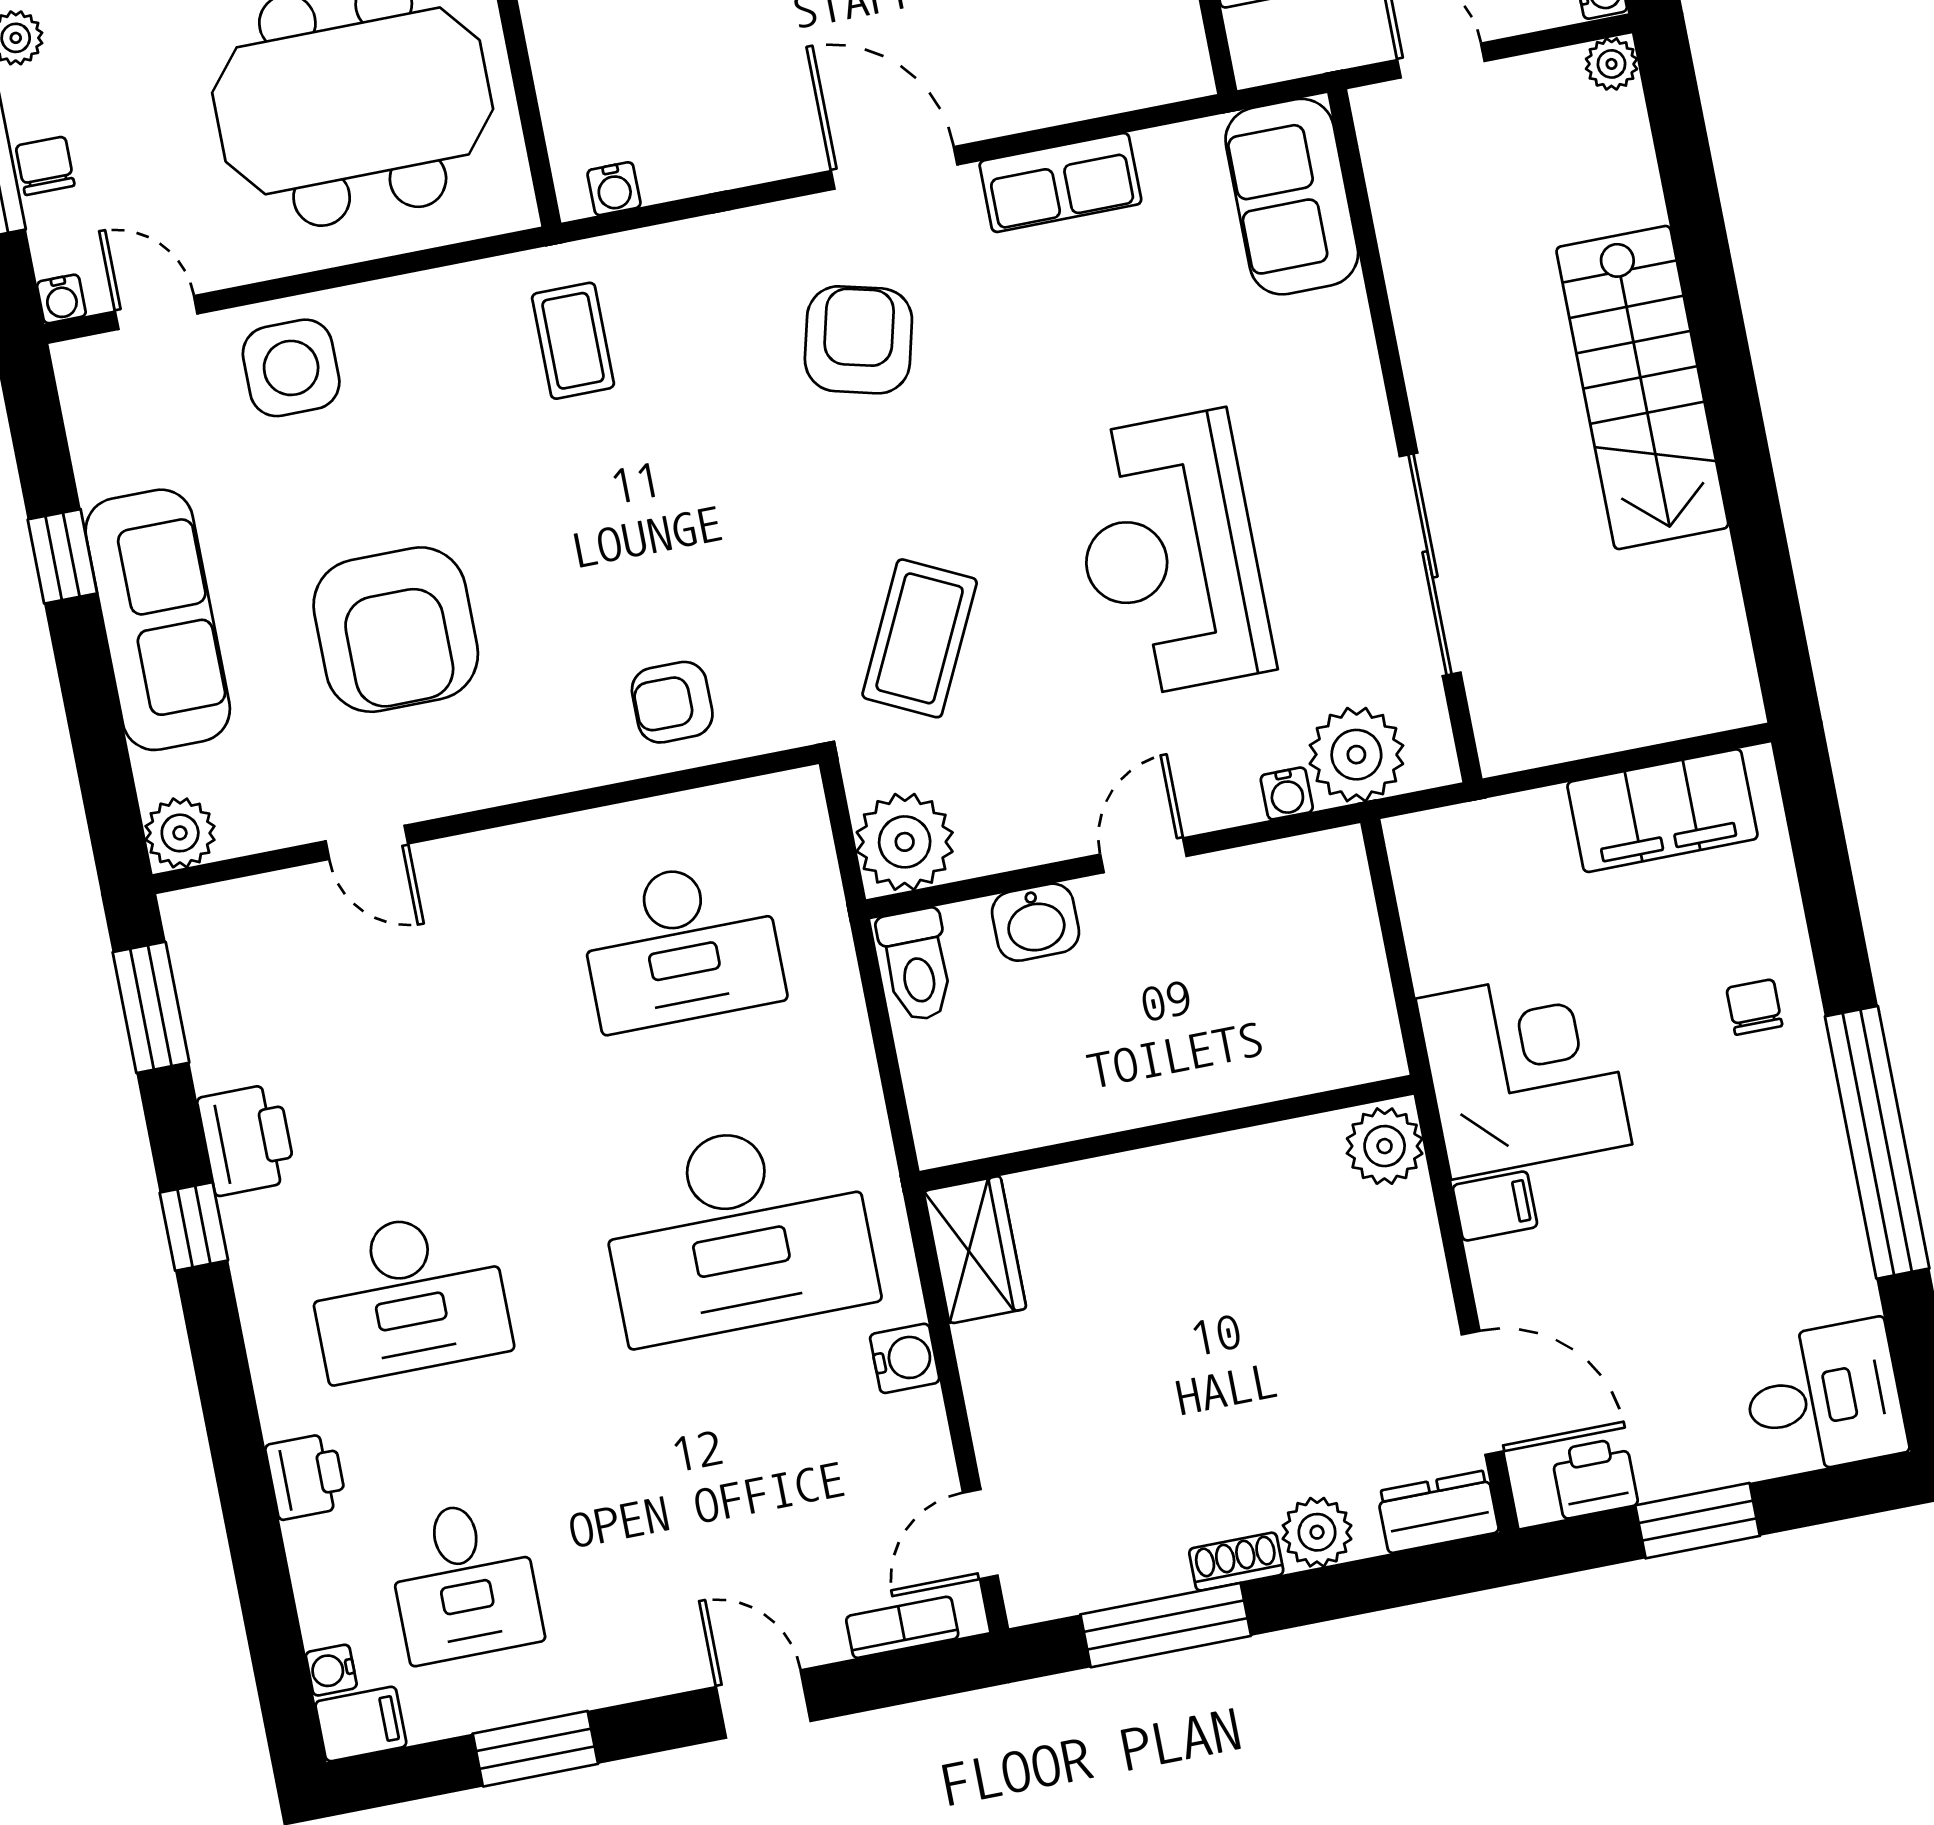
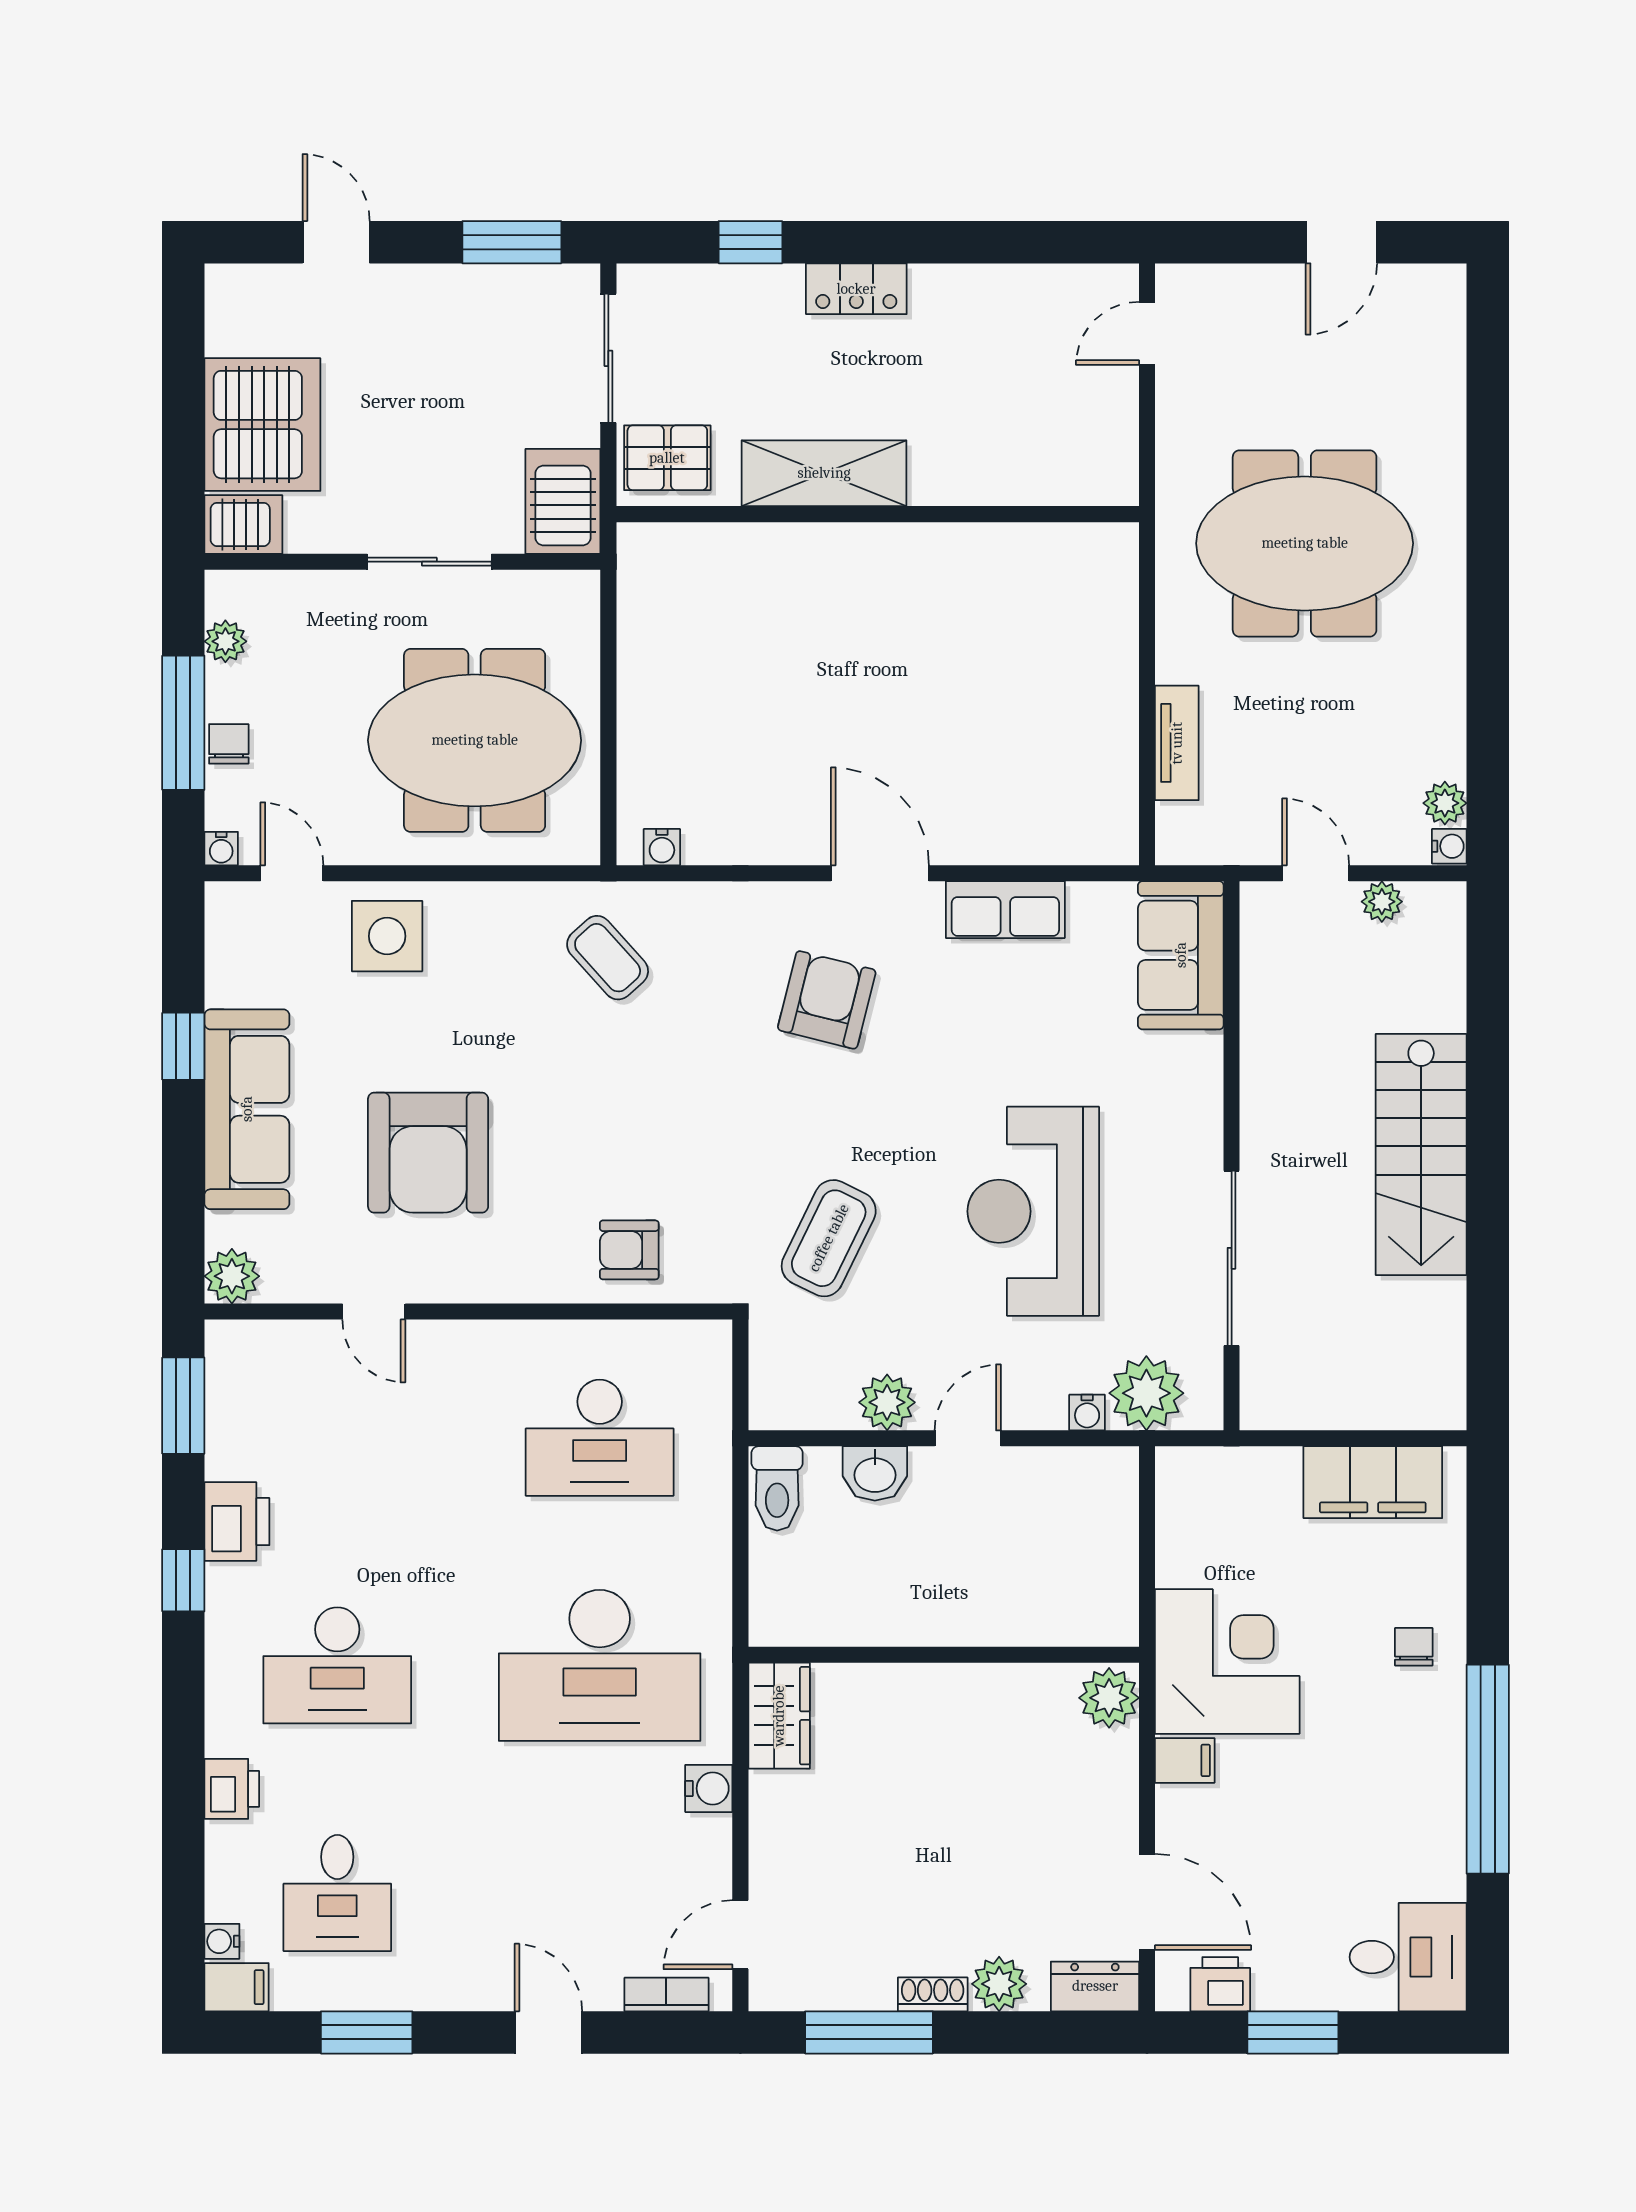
plant: (1612, 64) -> (1382, 902), moved
coffee table: (573, 341) -> (608, 958), turned -42
plant: (905, 842) -> (887, 1402), moved, width x0.73, depth x0.73

